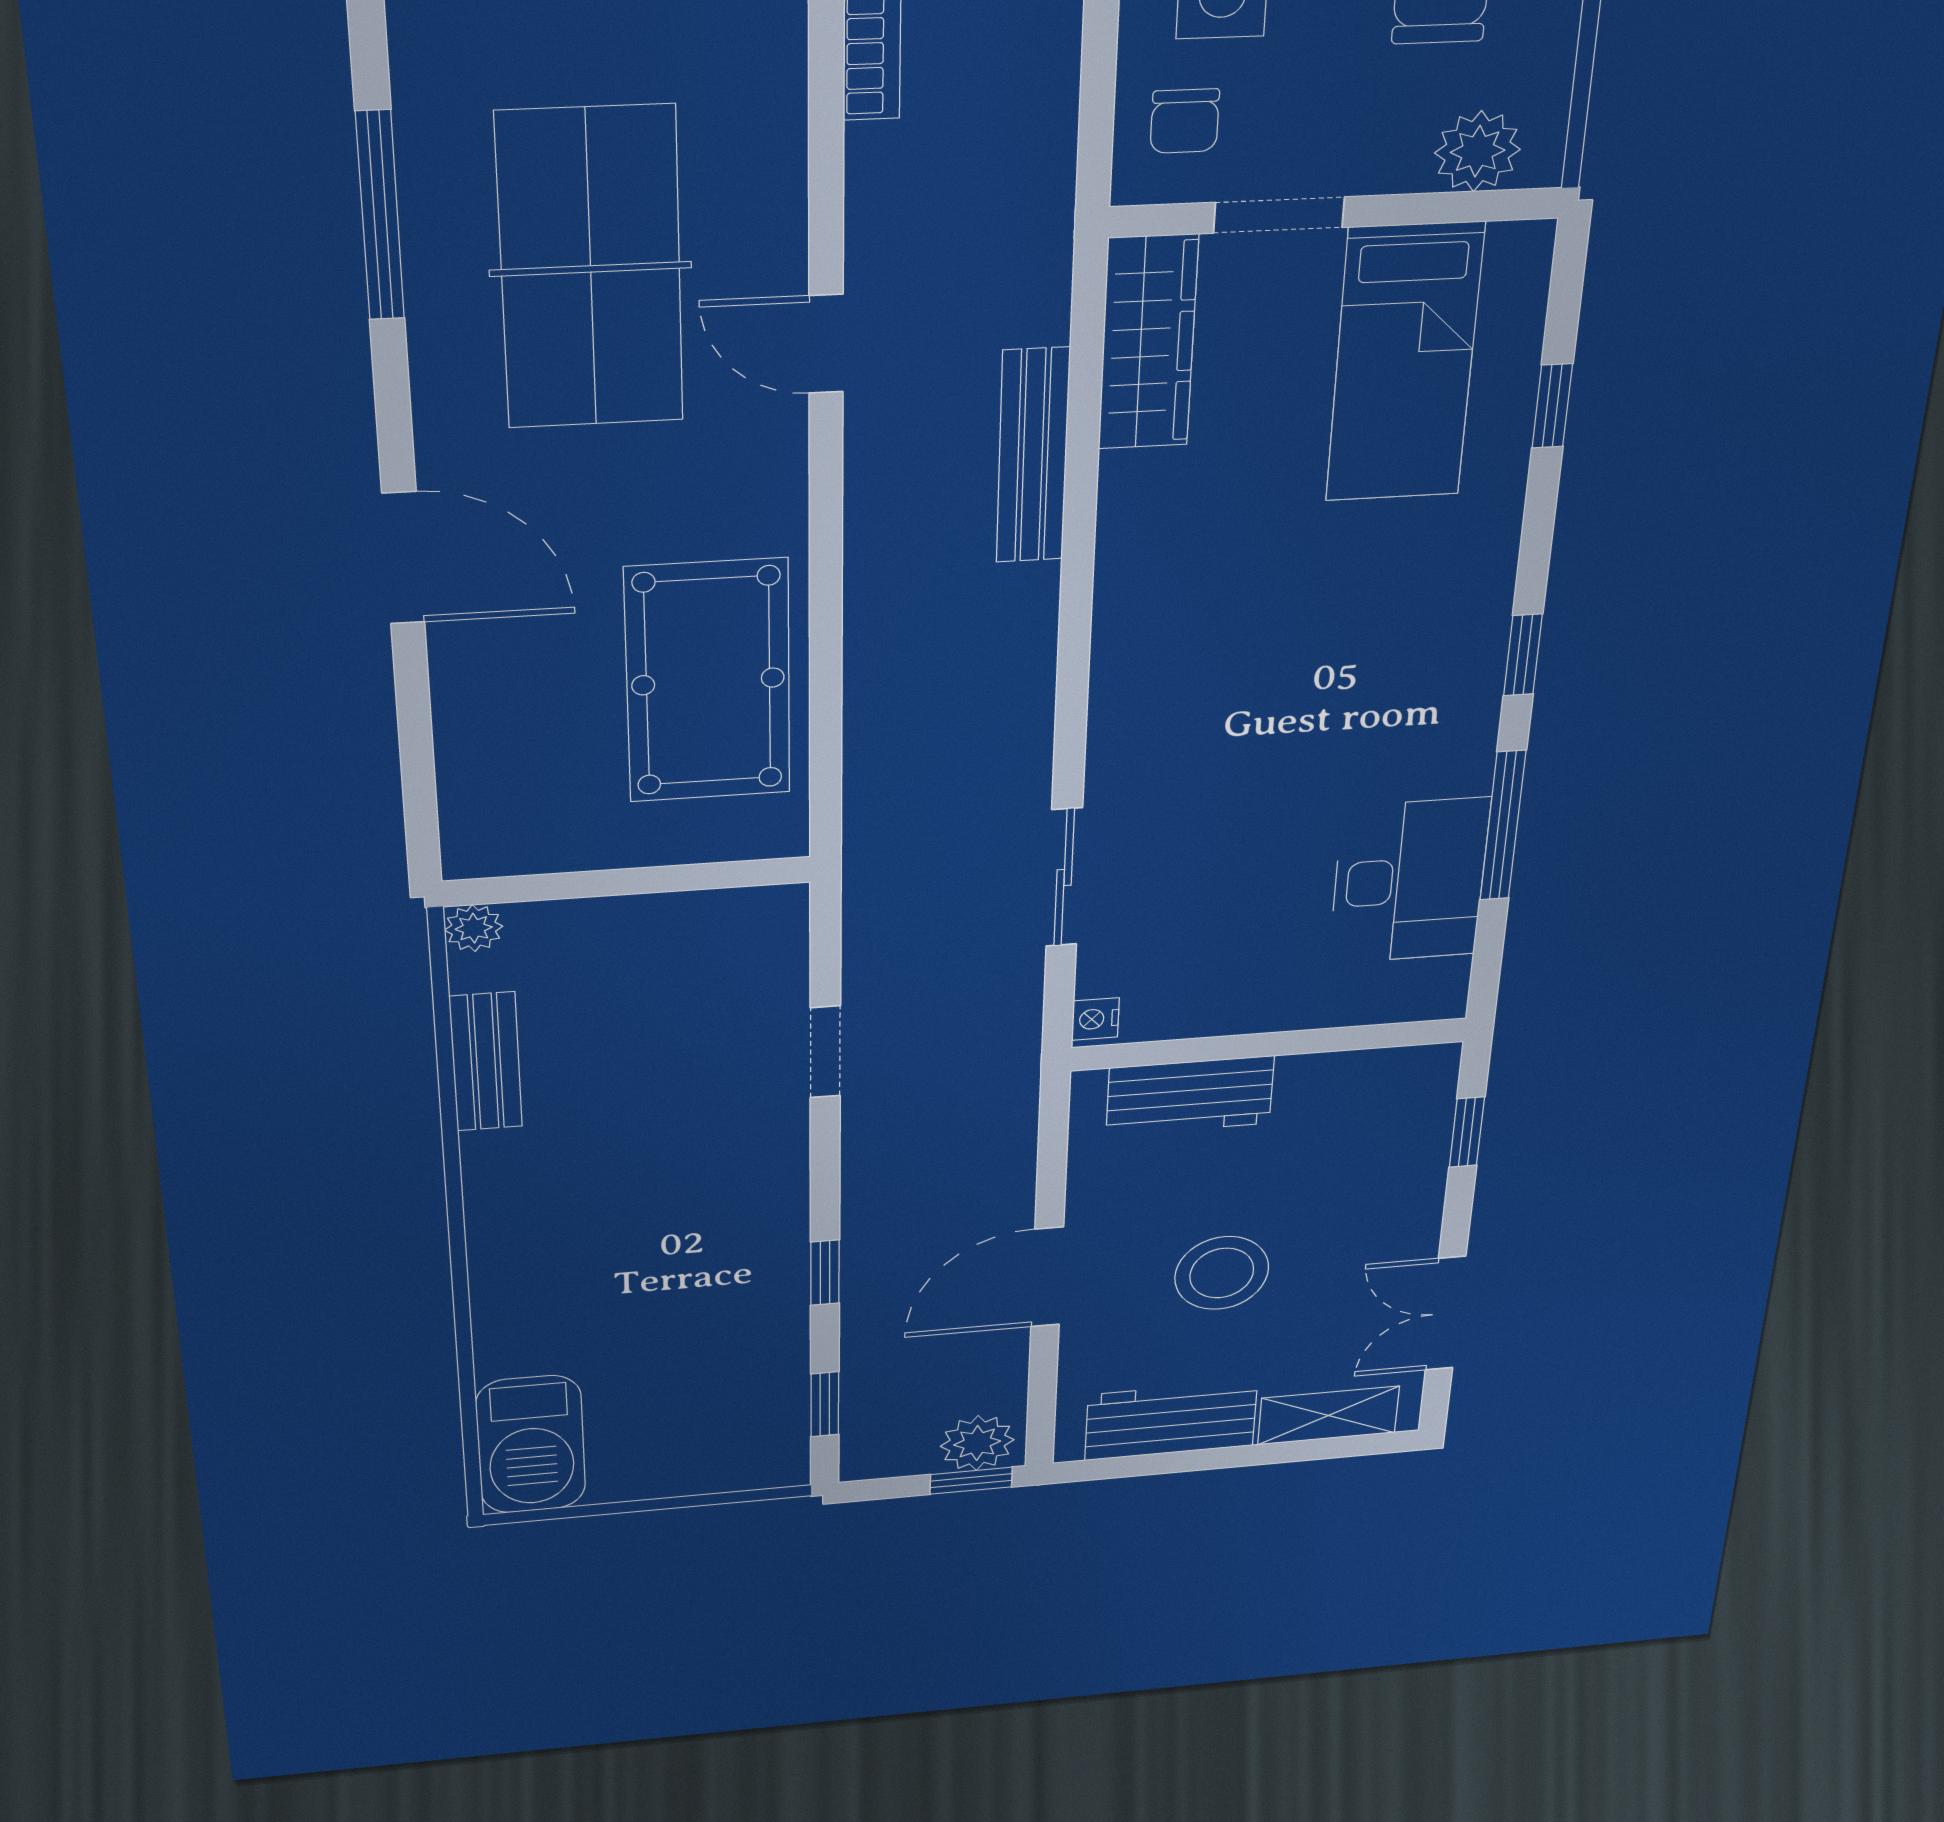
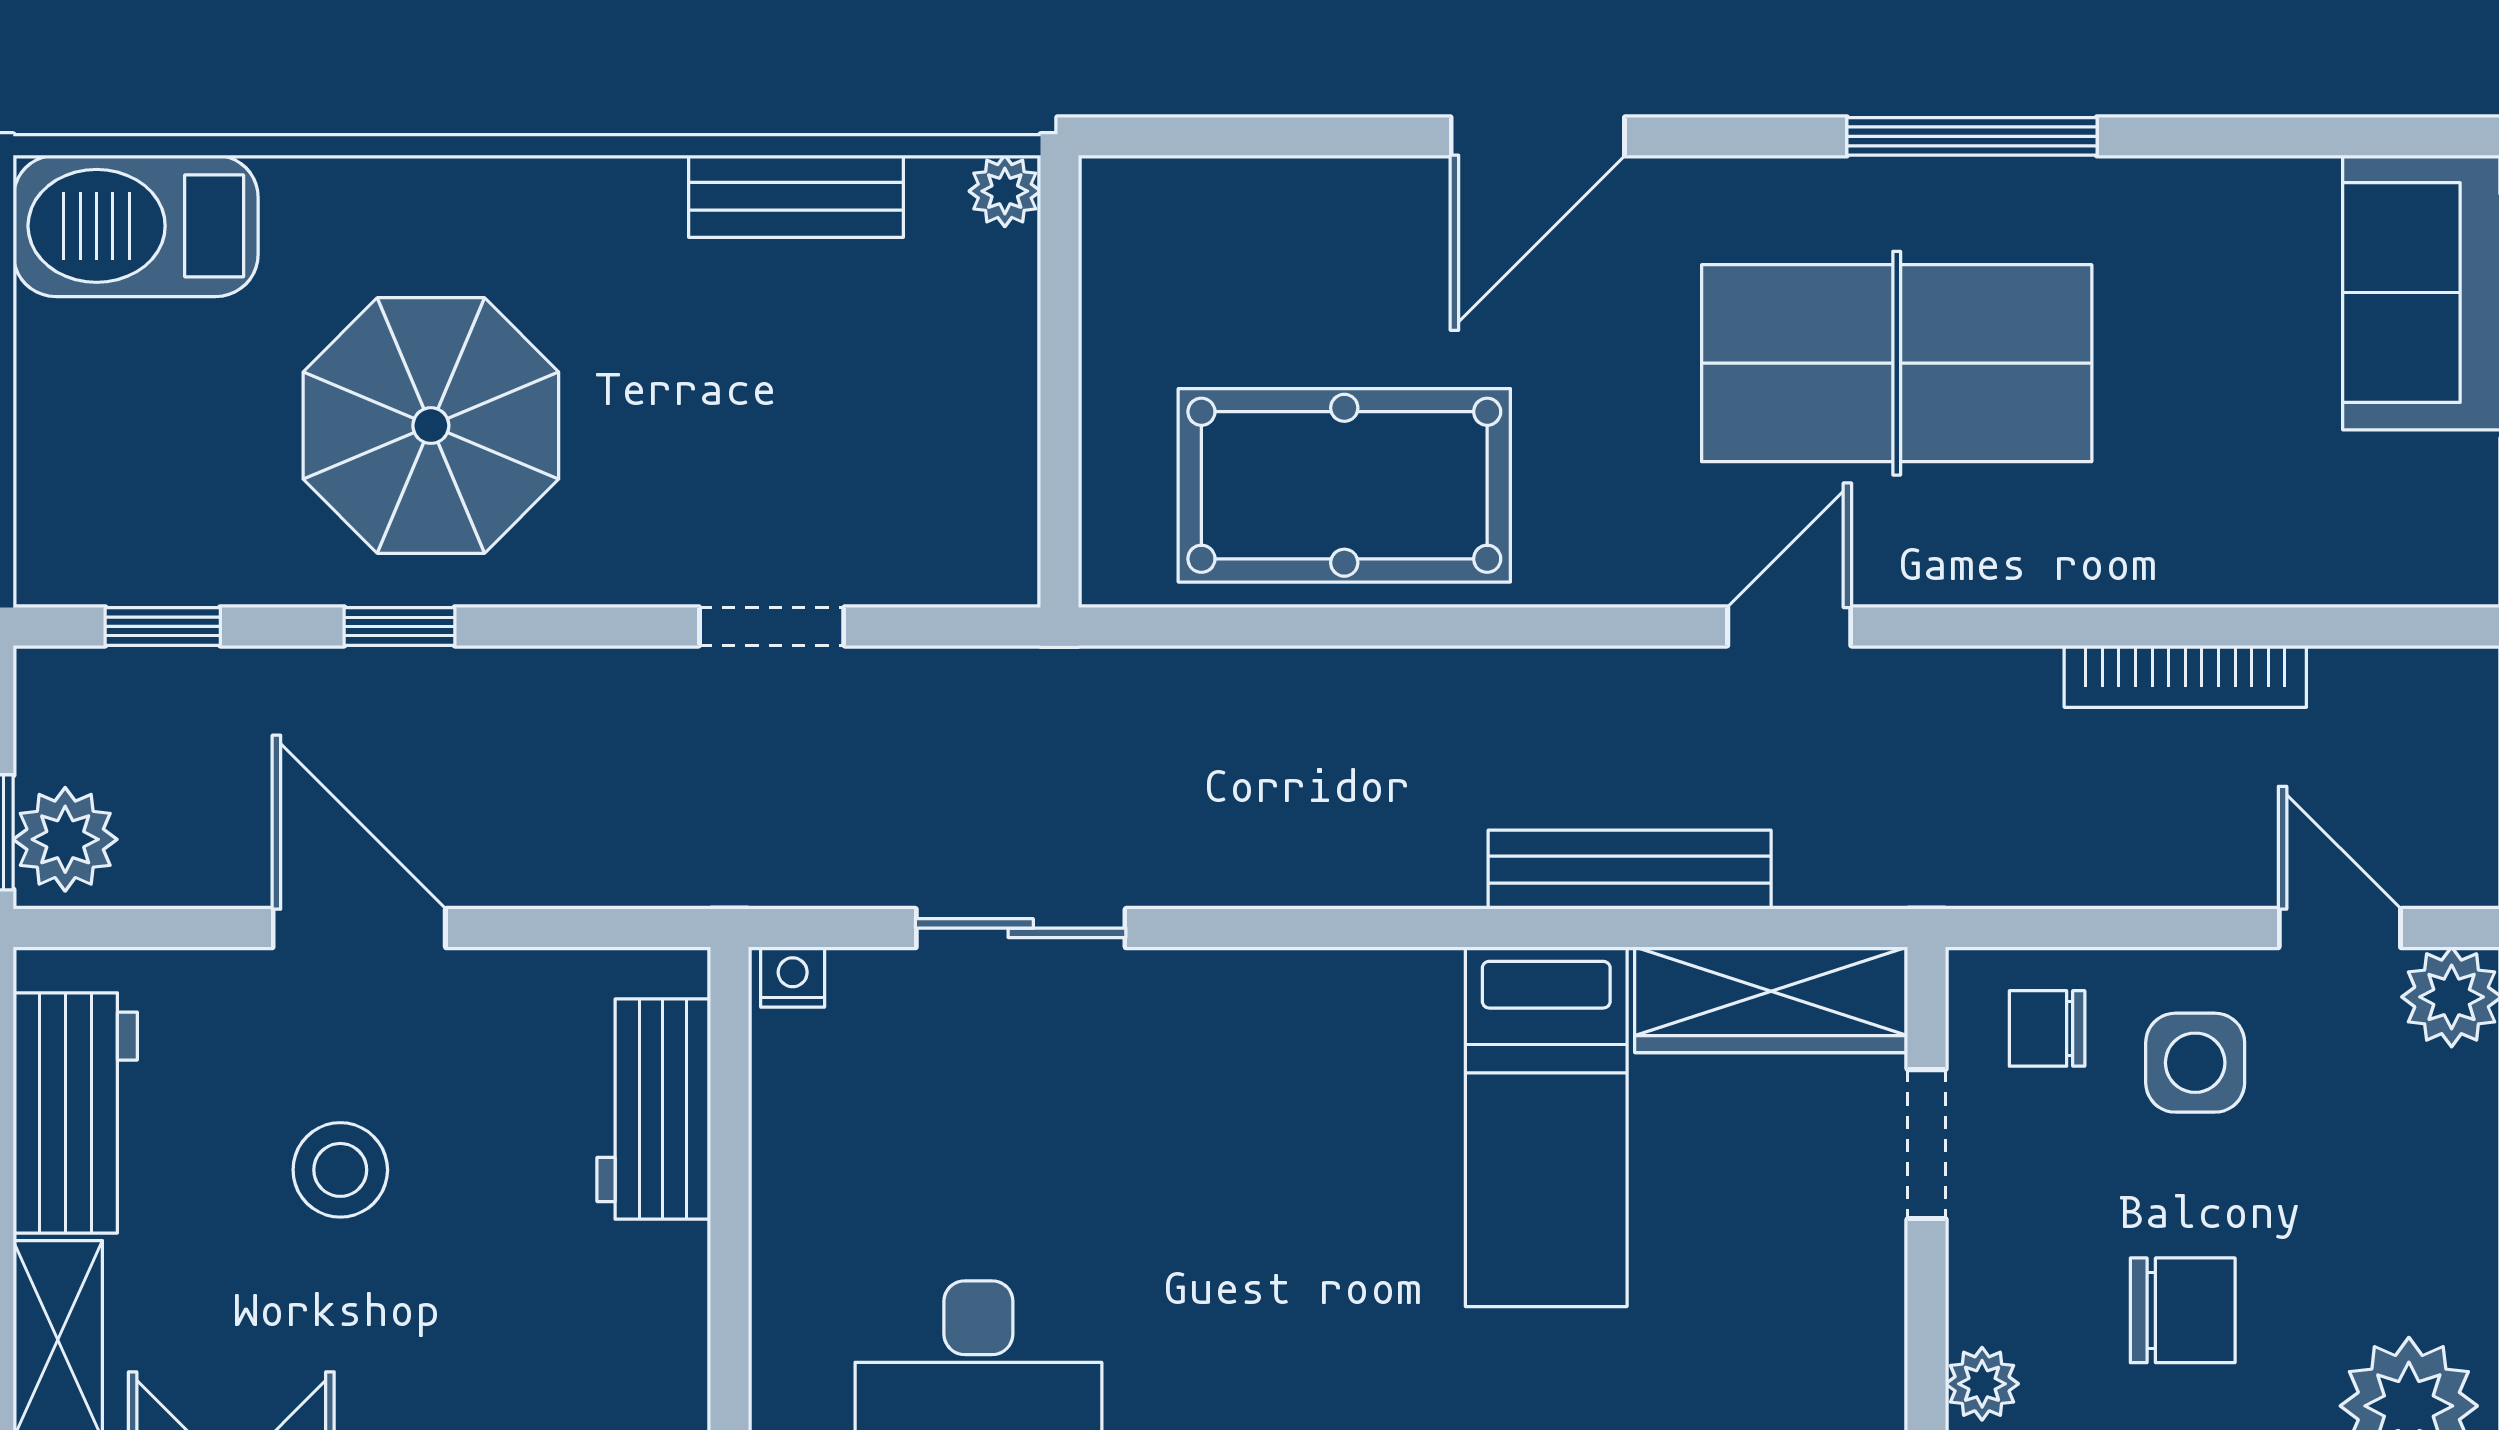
plant: (1478, 151) -> (1982, 1384), width x0.73, depth x0.73
bed: (1404, 363) -> (1546, 1127), moved, turned -90
parasol: (674, 1267) -> (431, 426), added
stool: (1222, 1273) -> (340, 1170), width x0.73, depth x0.73

